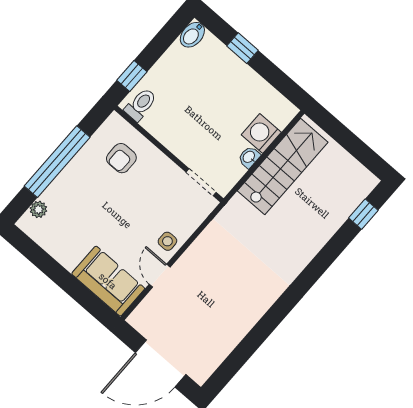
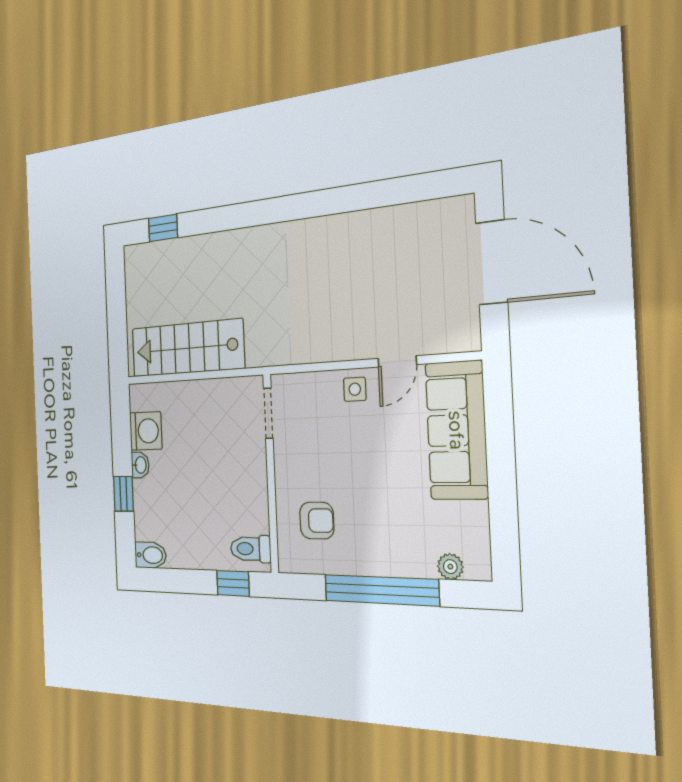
washing machine: (261, 134) -> (146, 431), moved, turned -90
washbasin: (249, 157) -> (140, 465), moved, turned -90
sofa: (108, 281) -> (456, 430), width x1.36

